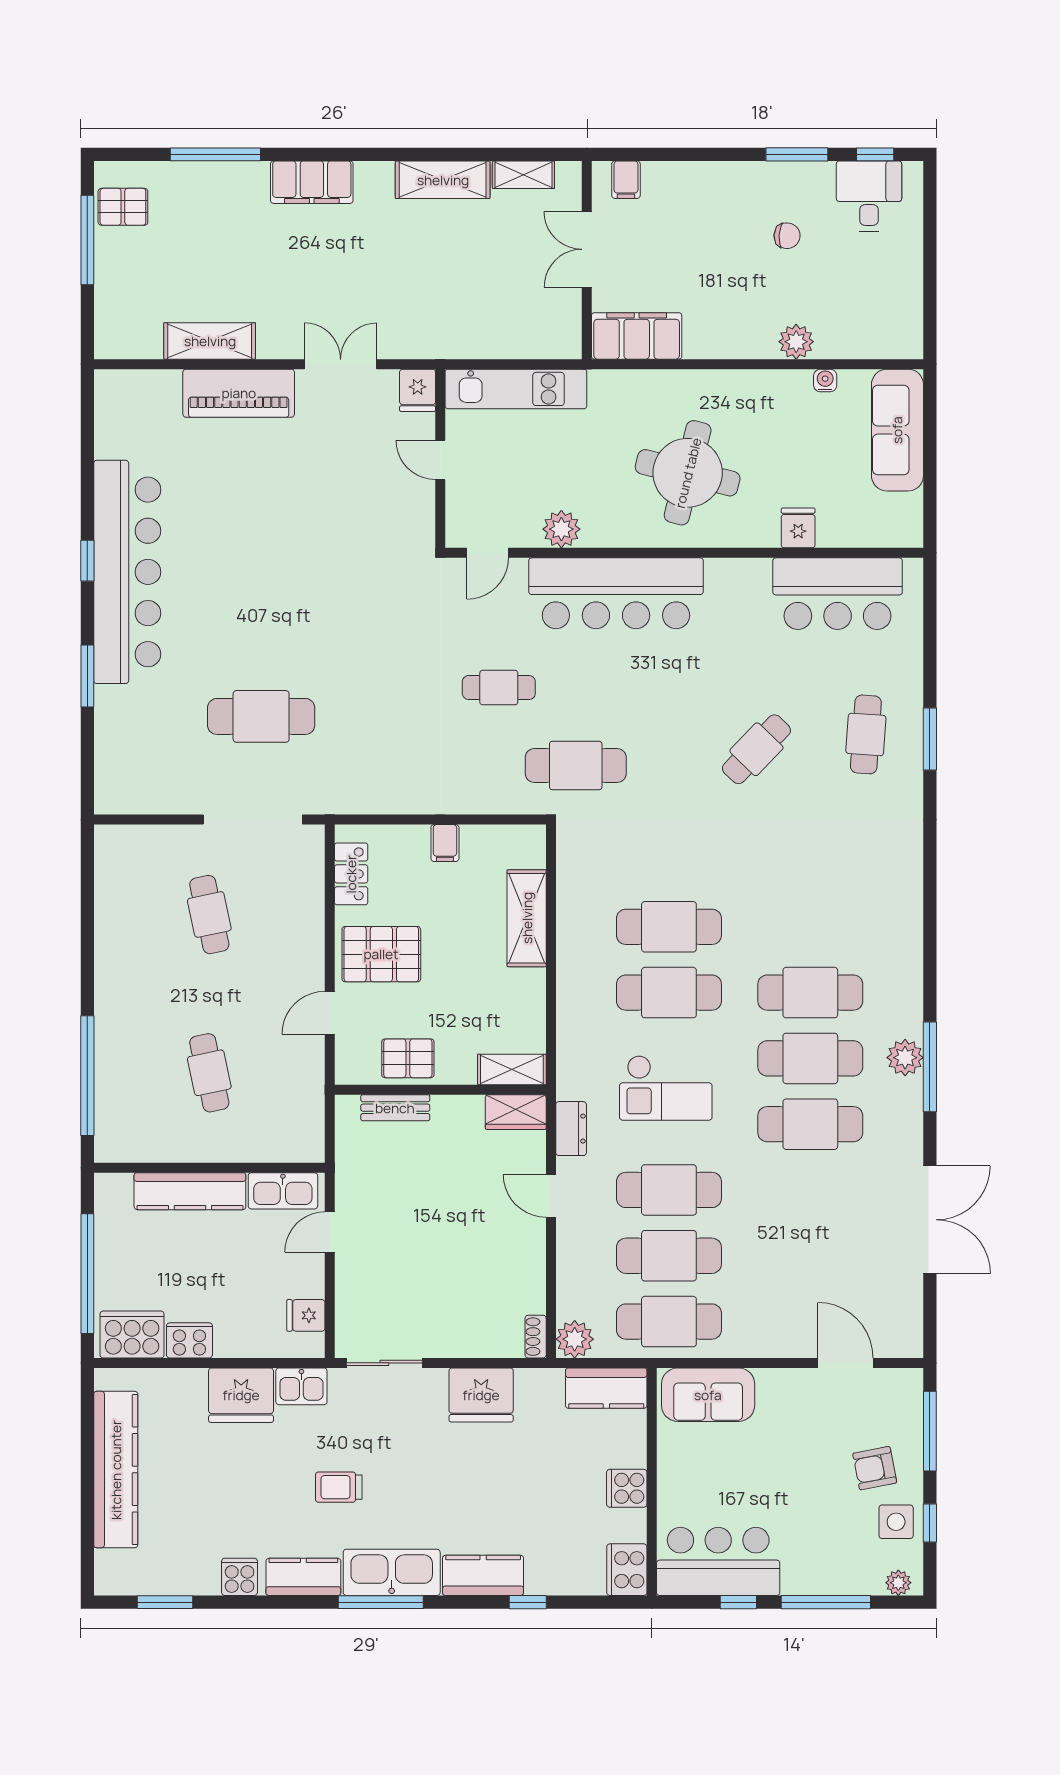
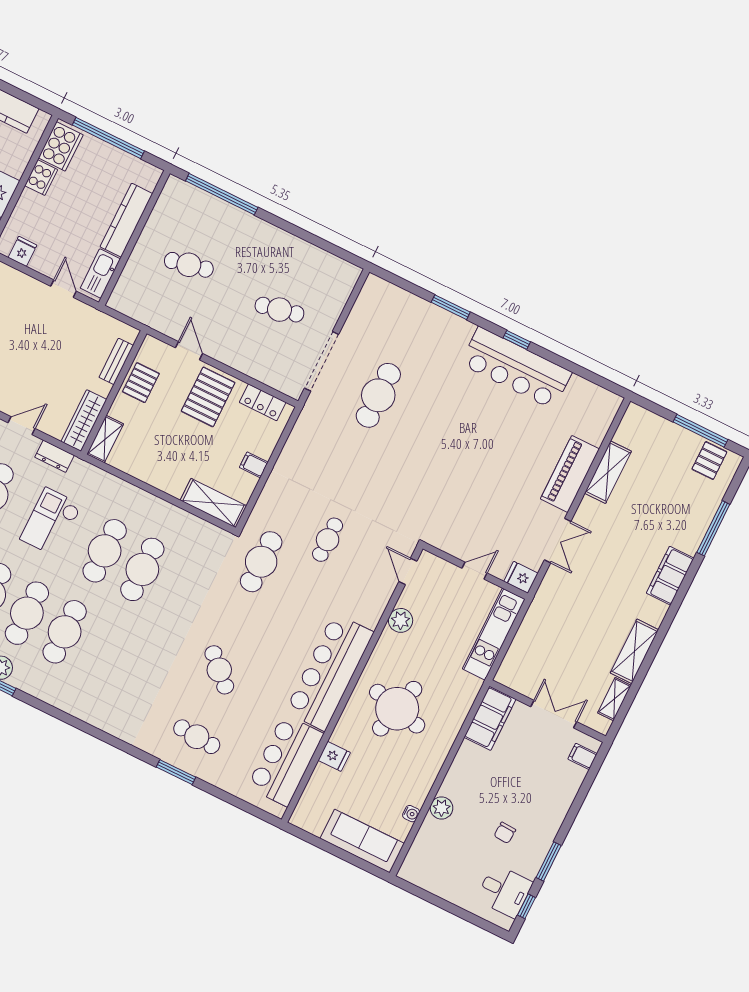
bar counter: (127, 572) -> (516, 368), width x0.73
bar counter: (616, 593) -> (329, 672), moved
shelving: (527, 918) -> (213, 503), moved
wardrobe: (516, 1112) -> (84, 421), width x1.50

